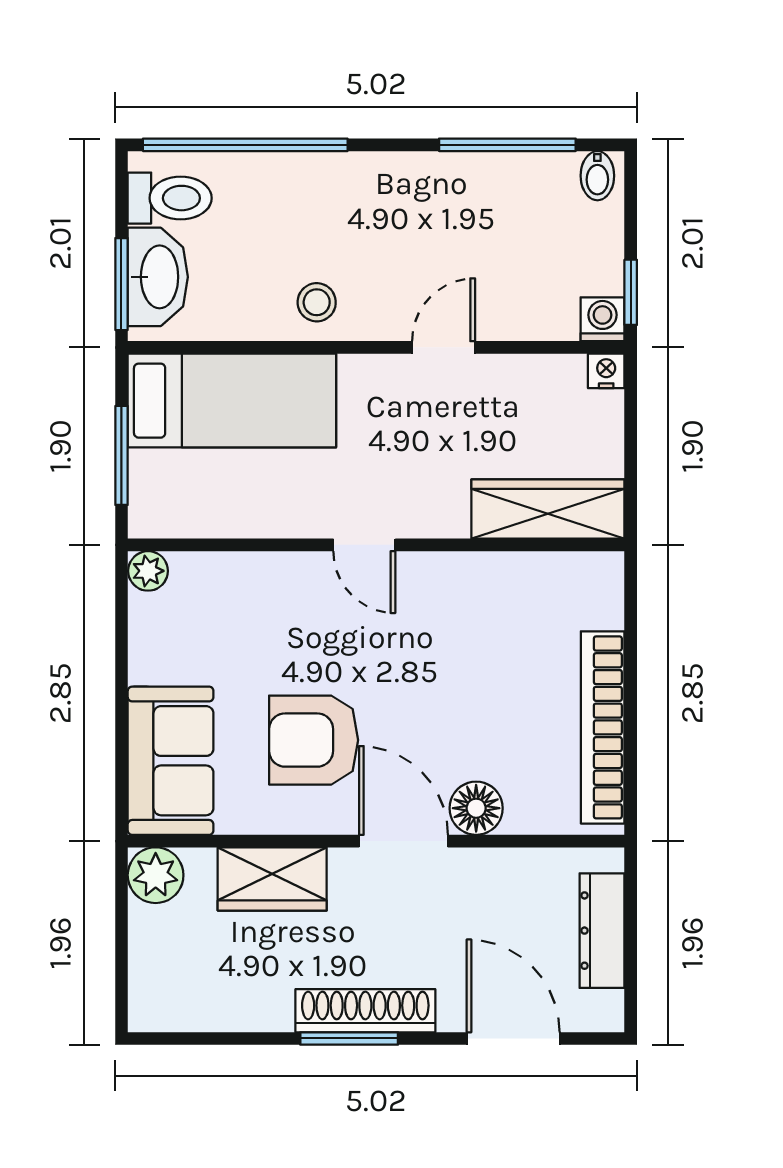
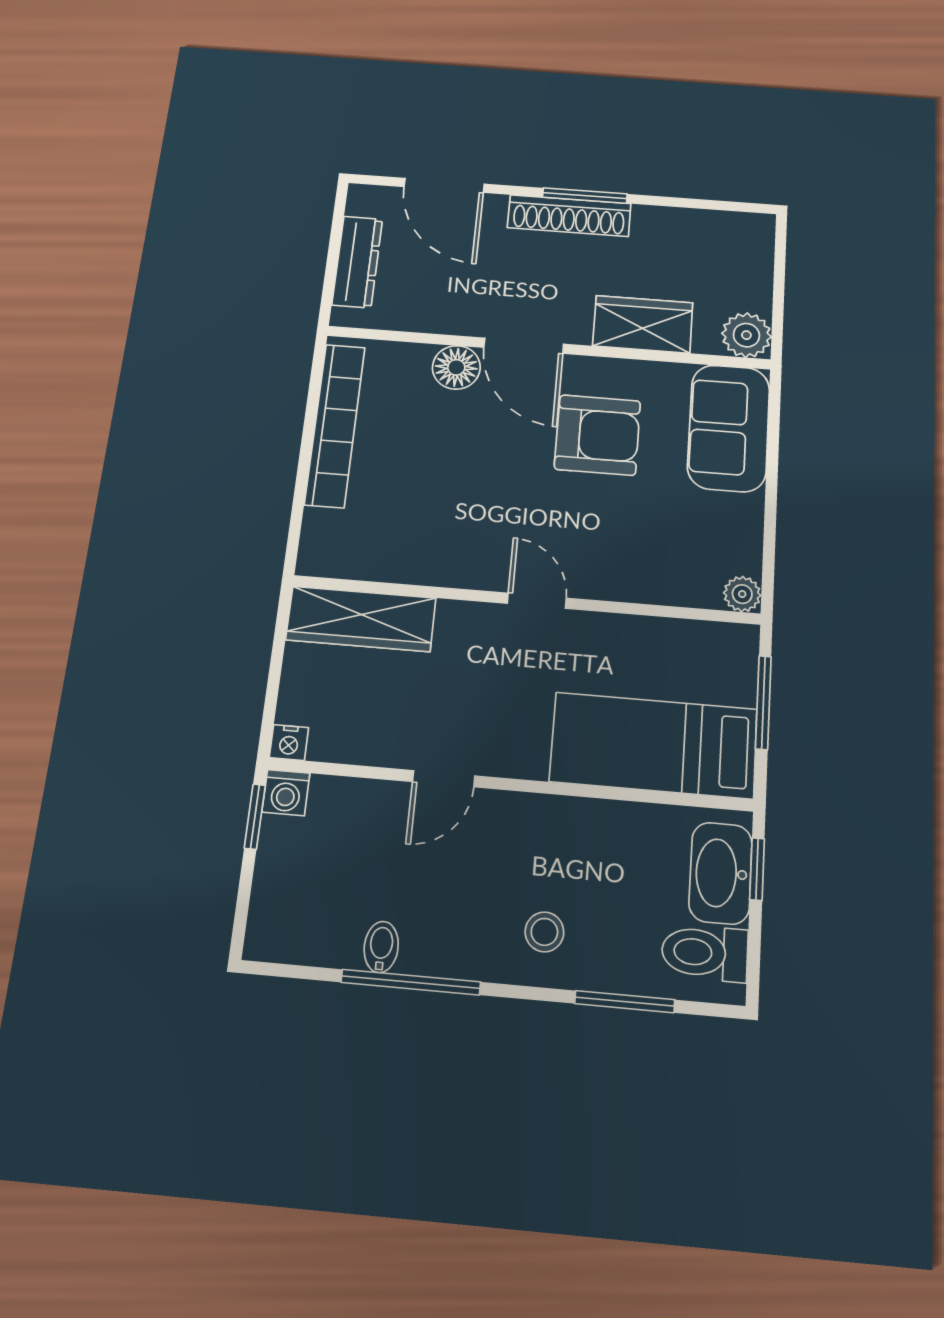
window: (245, 145) -> (625, 1002), width x0.47
window: (507, 145) -> (411, 982), moved
bidet: (597, 176) -> (381, 947), moved
window: (121, 284) -> (757, 869), width x0.67
stool: (317, 302) -> (544, 932), moved

